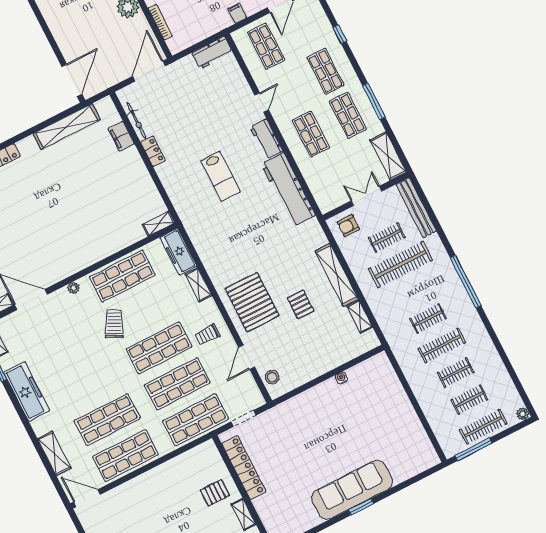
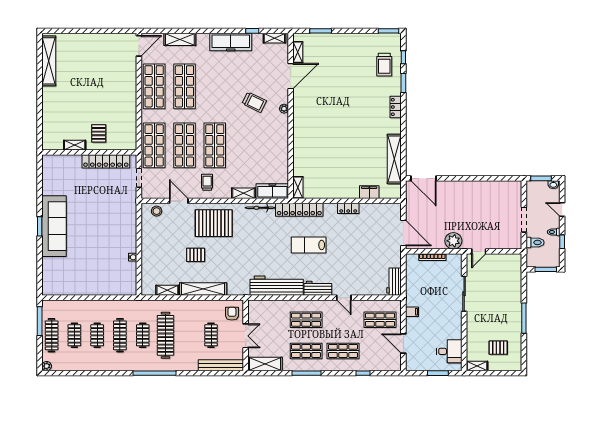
bicycle: (136, 120) -> (260, 208), moved
locker: (184, 209) -> (299, 210), added
clothes rail: (401, 264) -> (165, 335), moved
shop shelf: (122, 276) -> (275, 145), removed
trolley: (114, 324) -> (254, 102), moved

